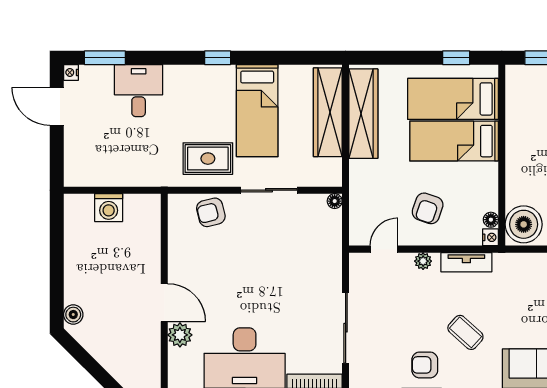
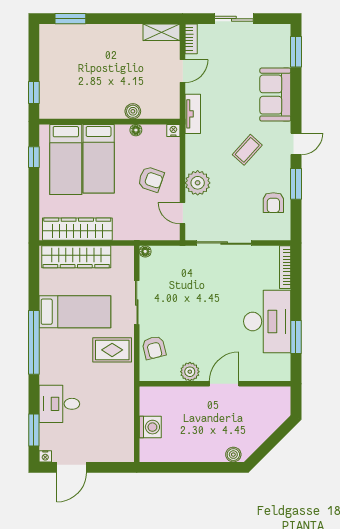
window: (218, 58) -> (34, 342), width x3.17
rug: (208, 159) -> (112, 350), turned 90
floor lamp: (491, 220) -> (136, 130), moved
boiler: (524, 224) -> (133, 111), moved, width x0.54, depth x0.54
plant: (423, 261) -> (198, 183), width x1.88, depth x1.88
tv unit: (466, 262) -> (193, 114), moved
sliding door: (346, 328) -> (224, 243), moved
plant: (180, 335) -> (190, 372), moved
armchair: (425, 365) -> (273, 203), moved

